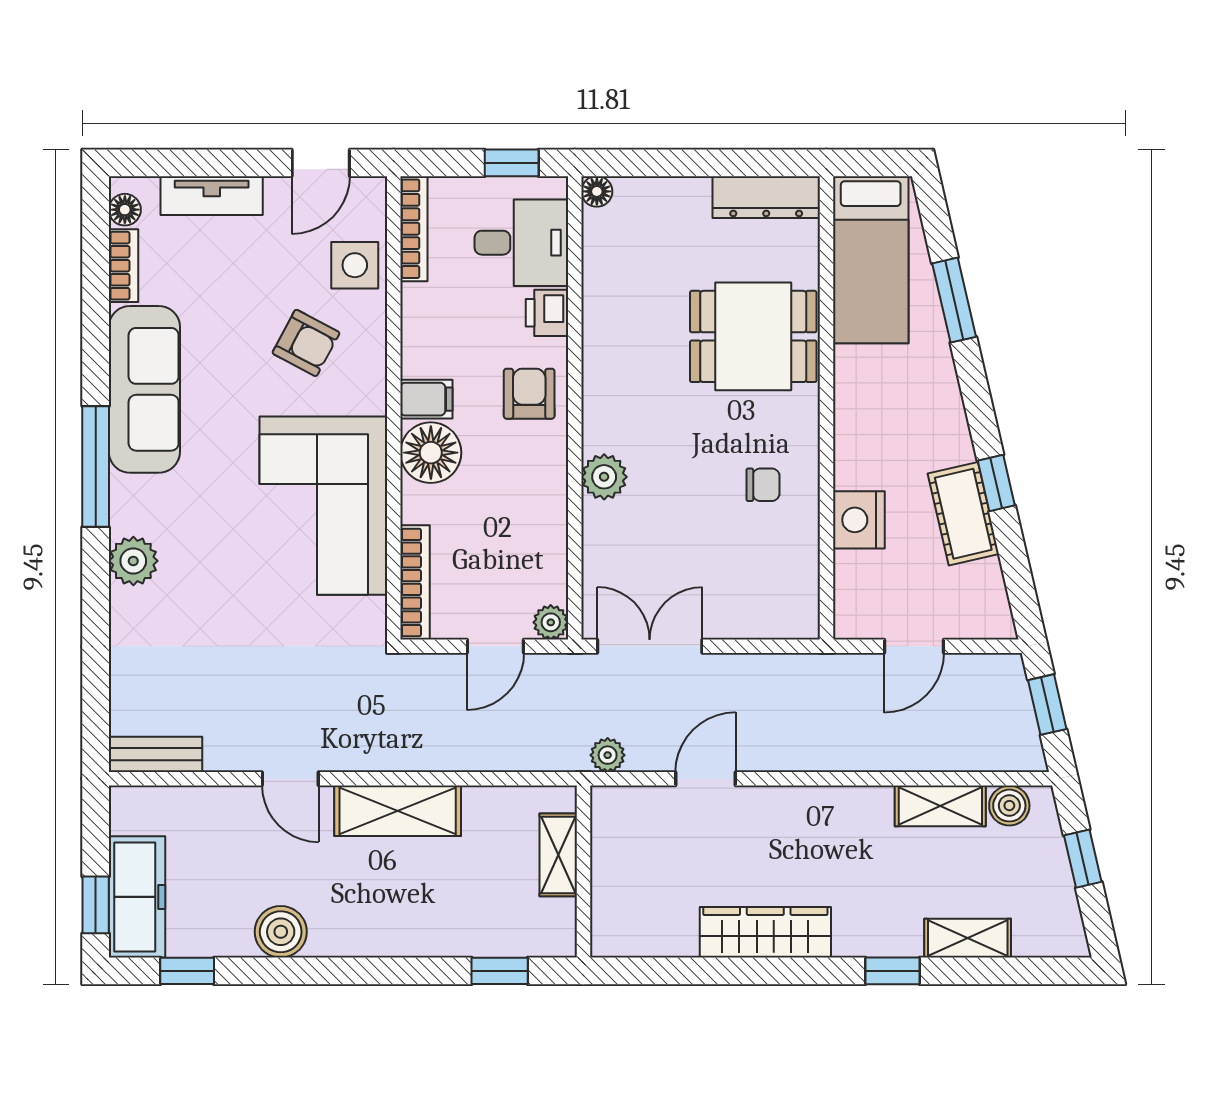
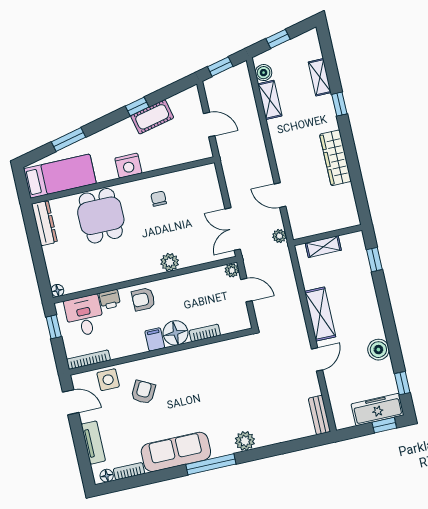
corner sofa: (323, 506) -> (206, 371), removed
nightstand: (859, 520) -> (128, 166), moved
bookcase: (415, 582) -> (205, 333), moved, width x0.64

